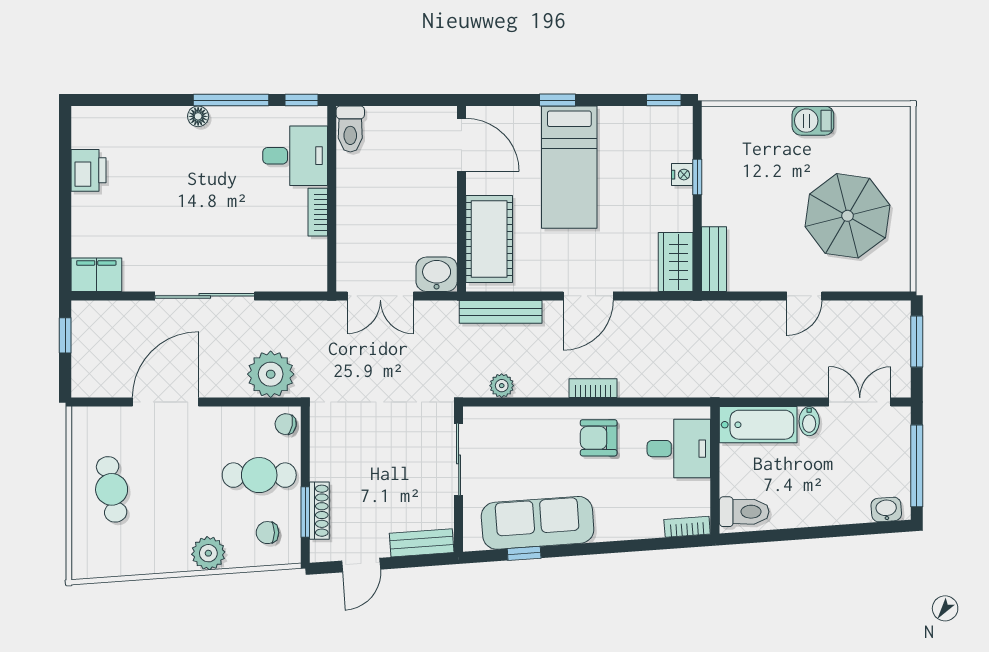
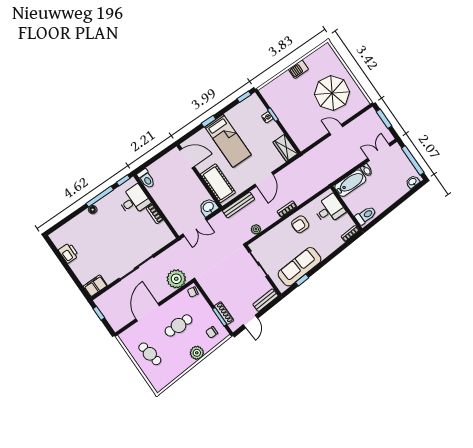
bench: (714, 259) -> (297, 138), removed
door: (804, 296) -> (336, 130), swing flipped
cafe table: (259, 475) -> (179, 325), moved

